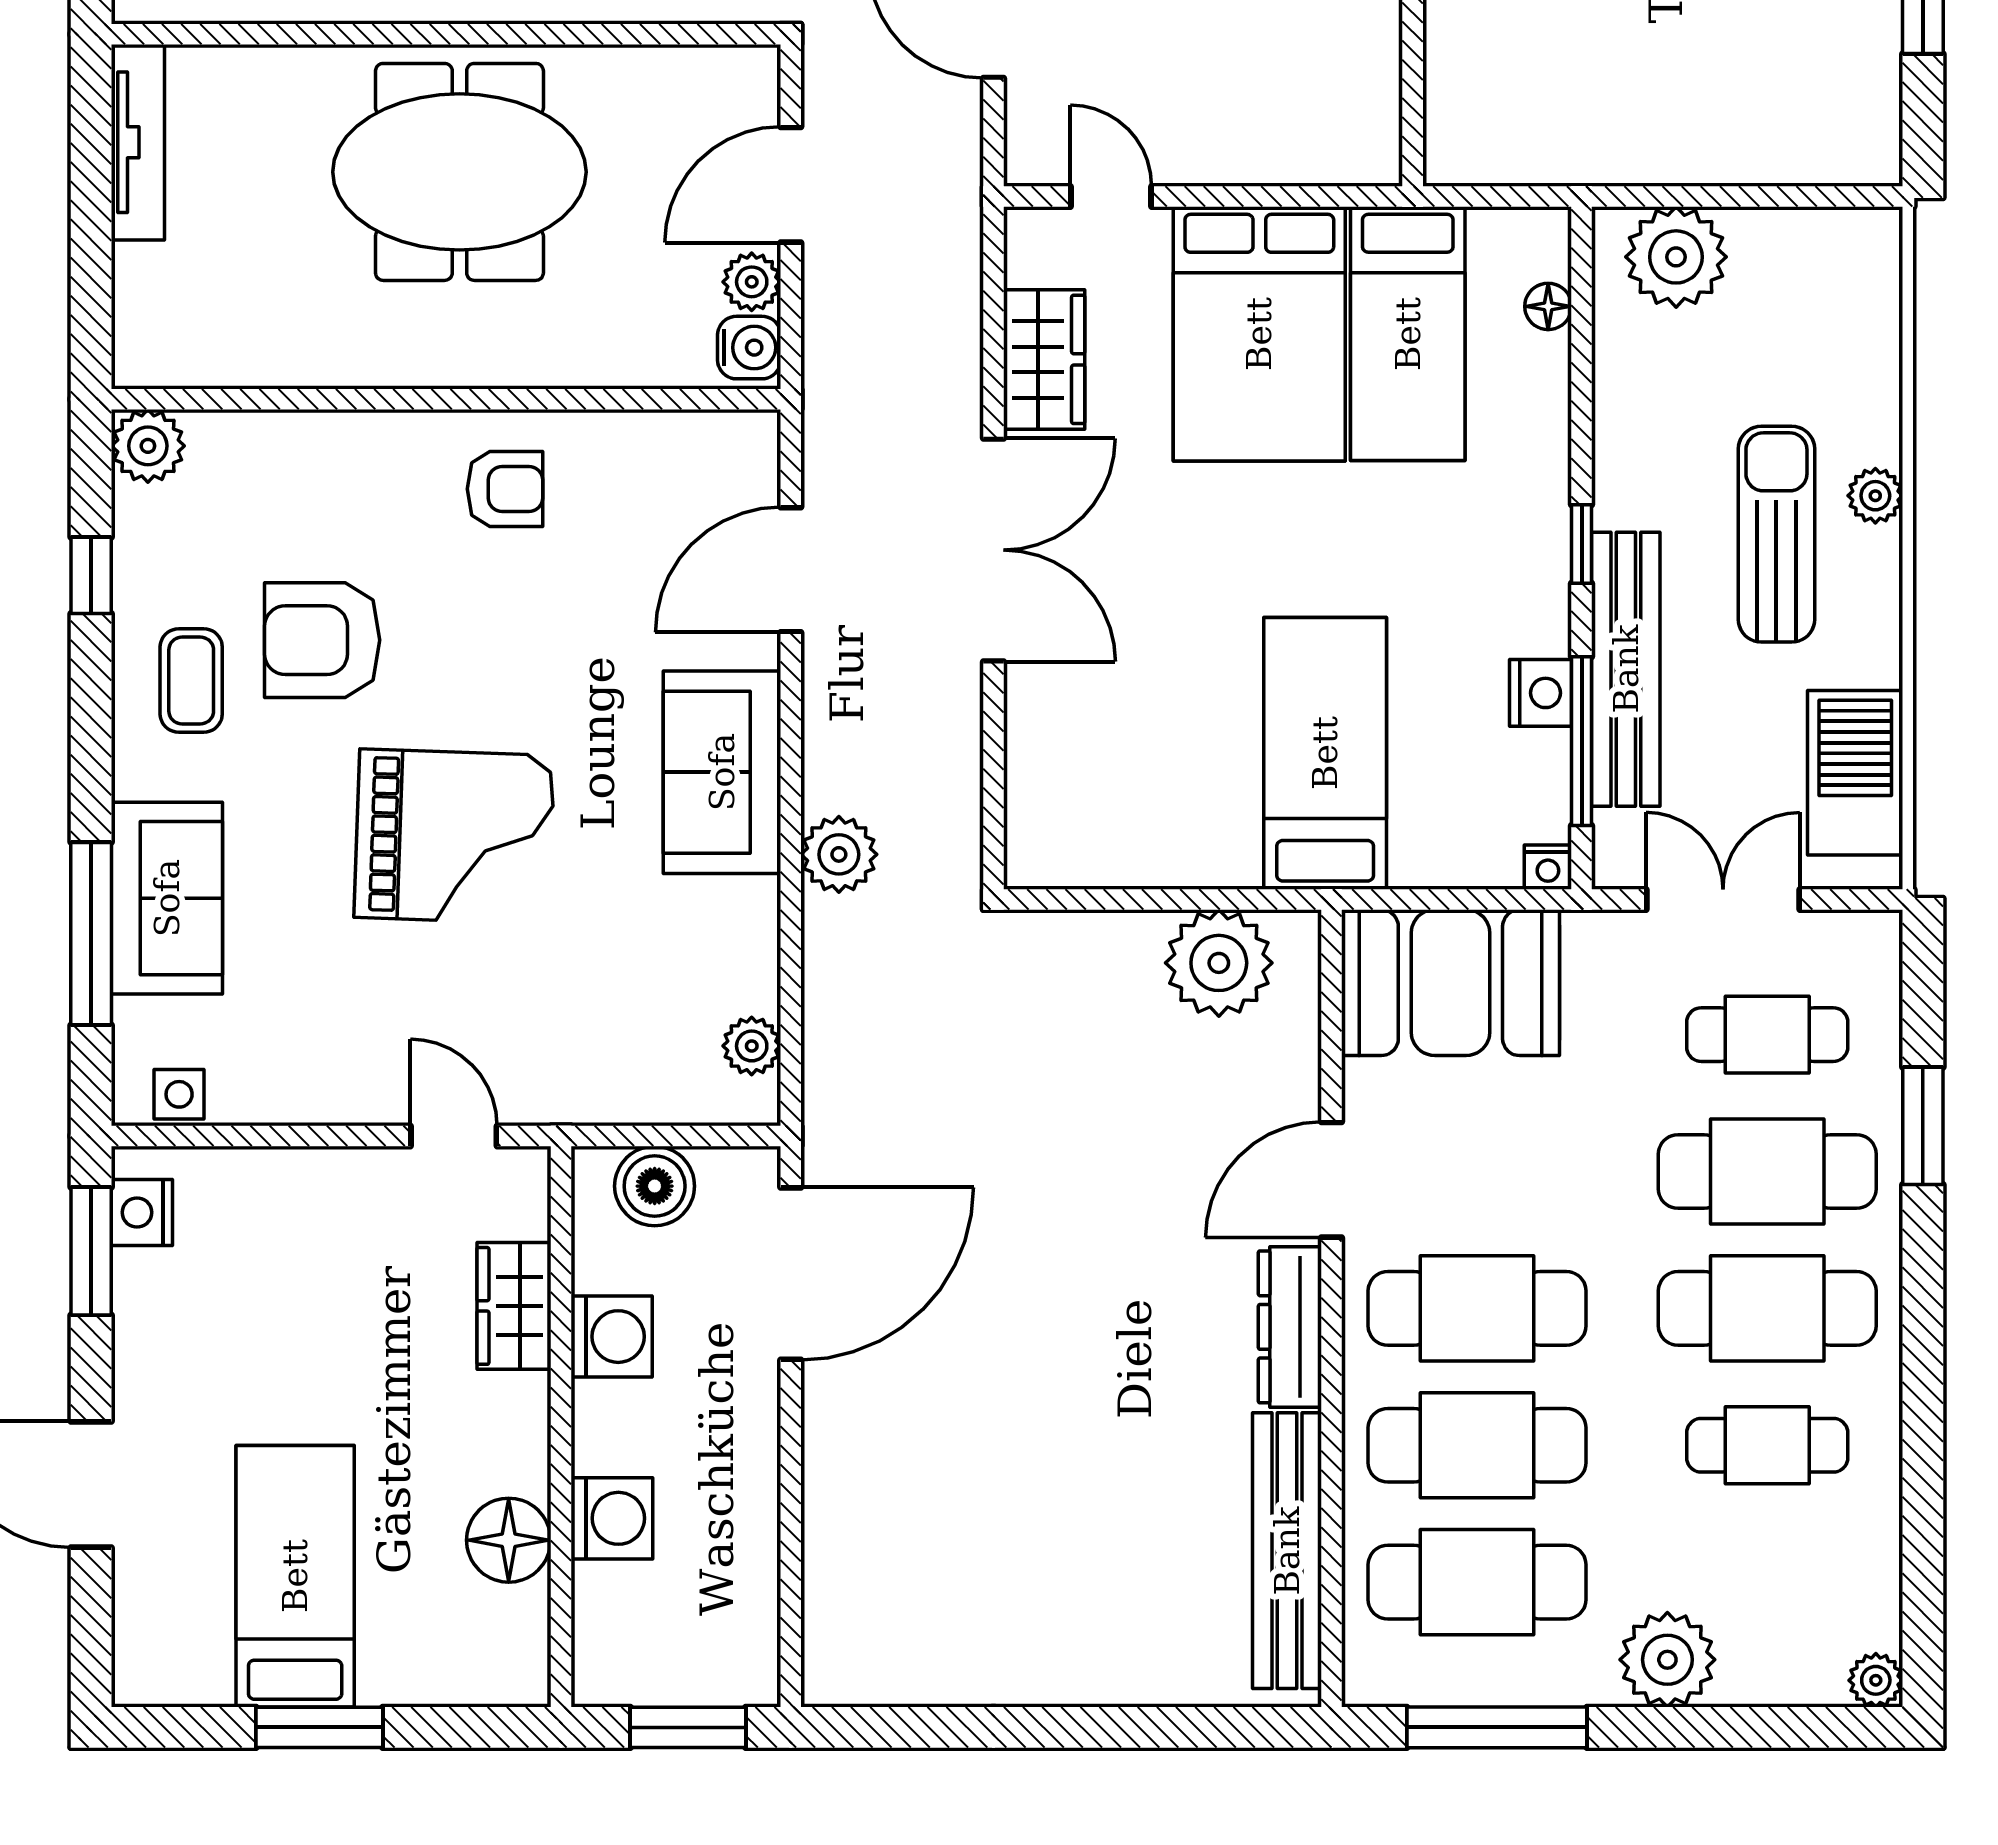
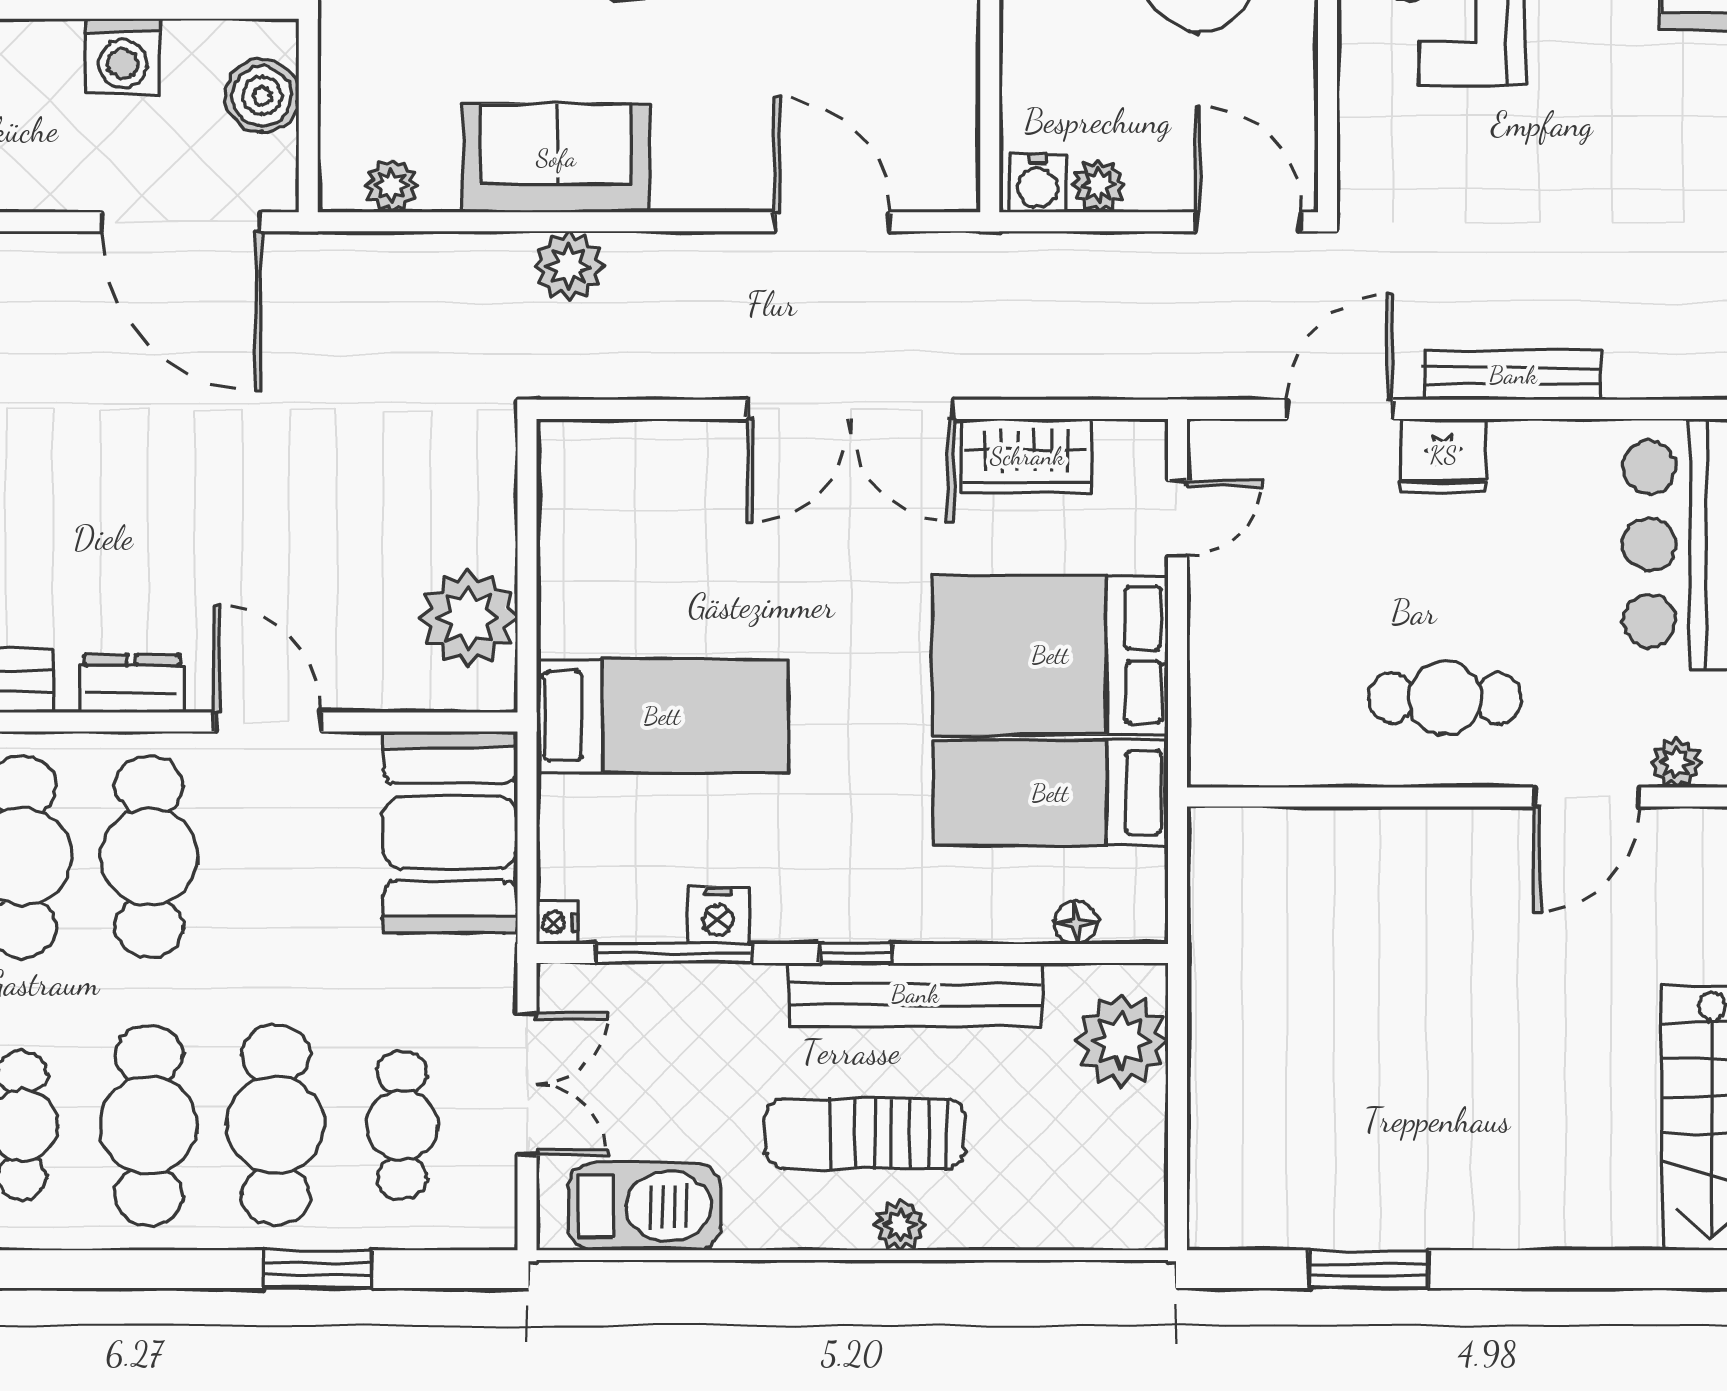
door: (791, 185) -> (1248, 222), moved
sun lounger: (1776, 534) -> (865, 1134), turned 180
bench: (1626, 669) -> (915, 994), moved
sofa: (722, 772) -> (556, 158), moved
dresser: (1290, 1327) -> (132, 684), width x0.70

